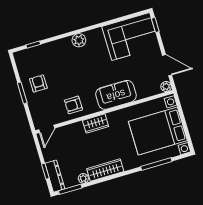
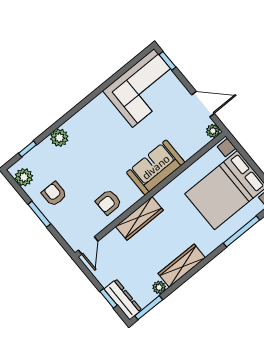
plant: (79, 40) -> (59, 138), moved
plant: (22, 63) -> (24, 177), added
wardrobe: (96, 124) -> (139, 218), width x1.50

